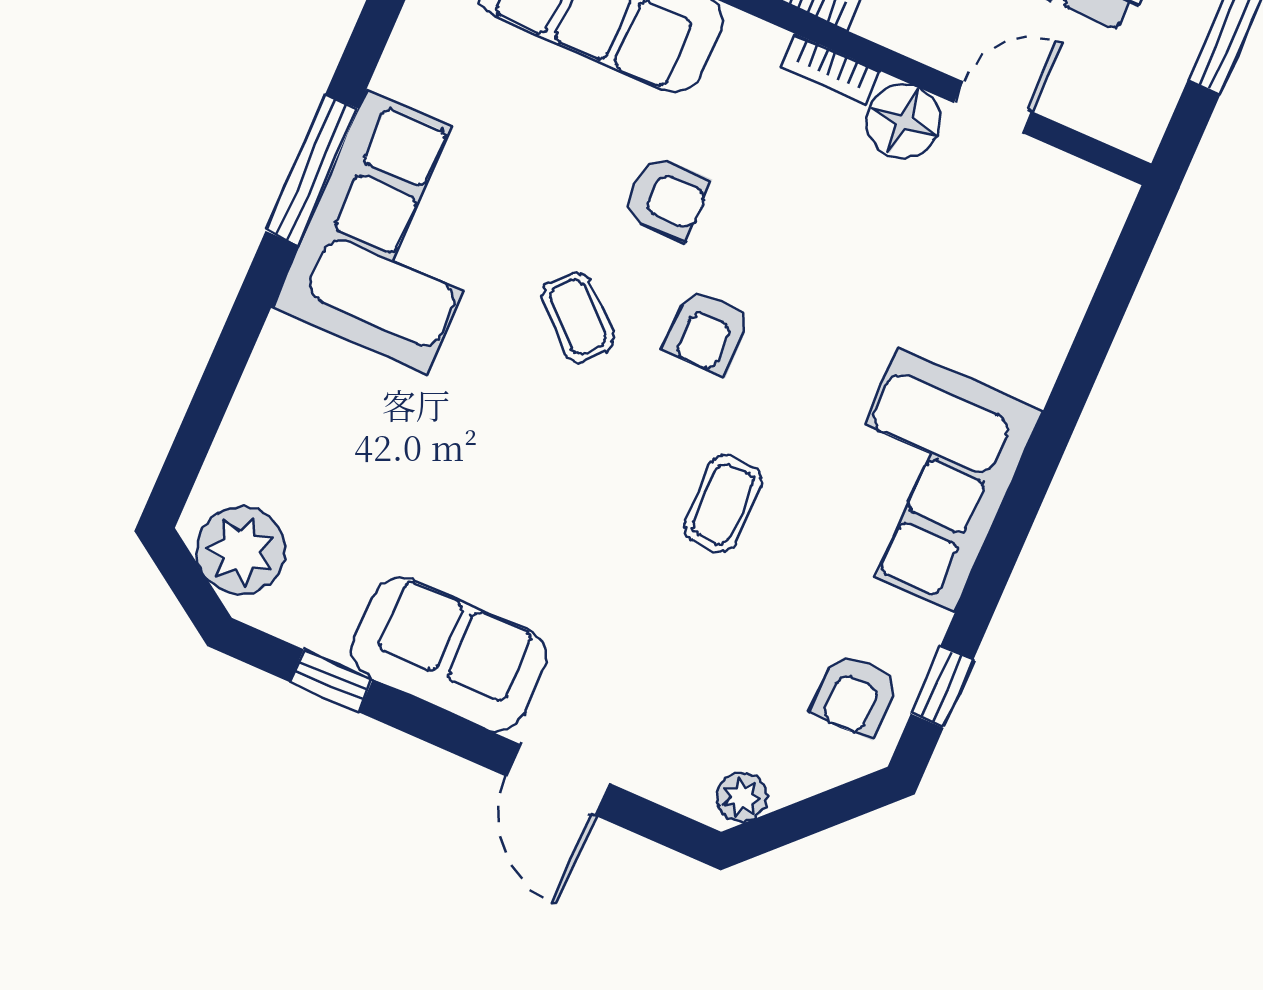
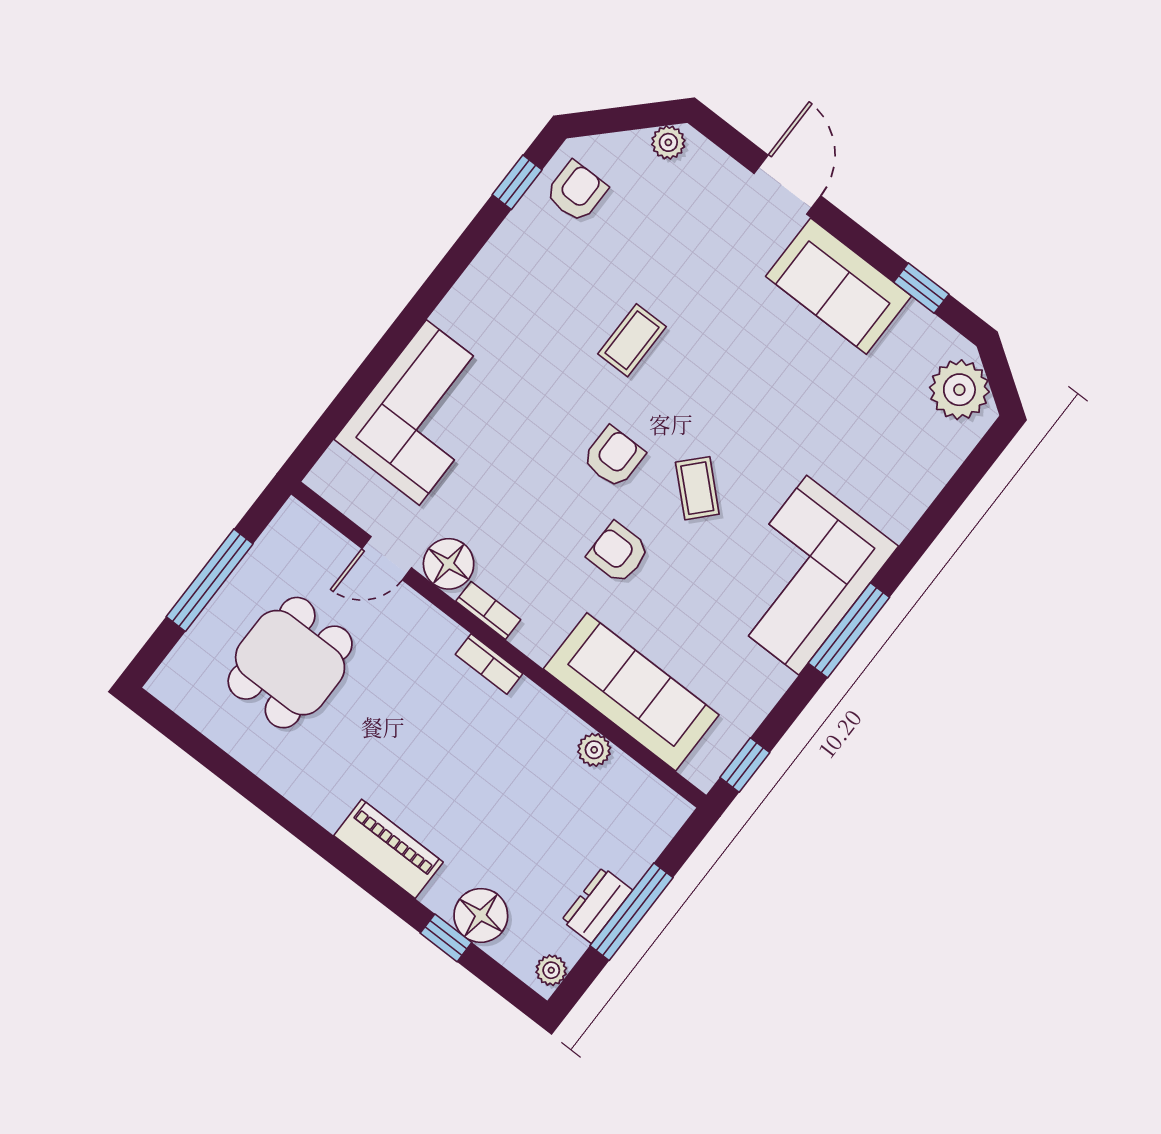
corner sofa: (927, 480) -> (423, 413), moved

